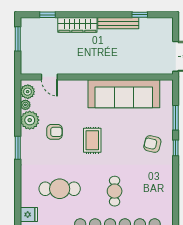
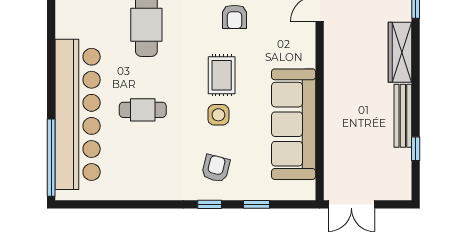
window: (176, 118) -> (256, 204), width x0.67
rug: (92, 140) -> (222, 75), turned 90
side table: (118, 142) -> (218, 115), added

